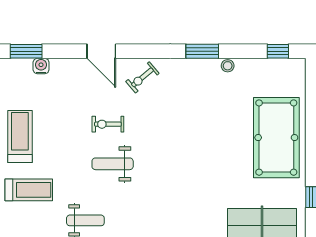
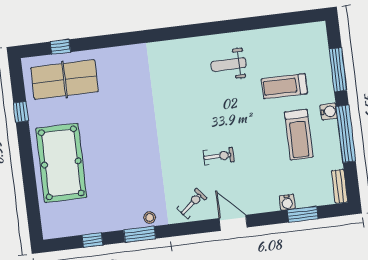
window: (278, 51) -> (92, 240), moved
stool: (228, 66) -> (150, 218), moved
weight bench: (113, 164) -> (210, 120), removed

